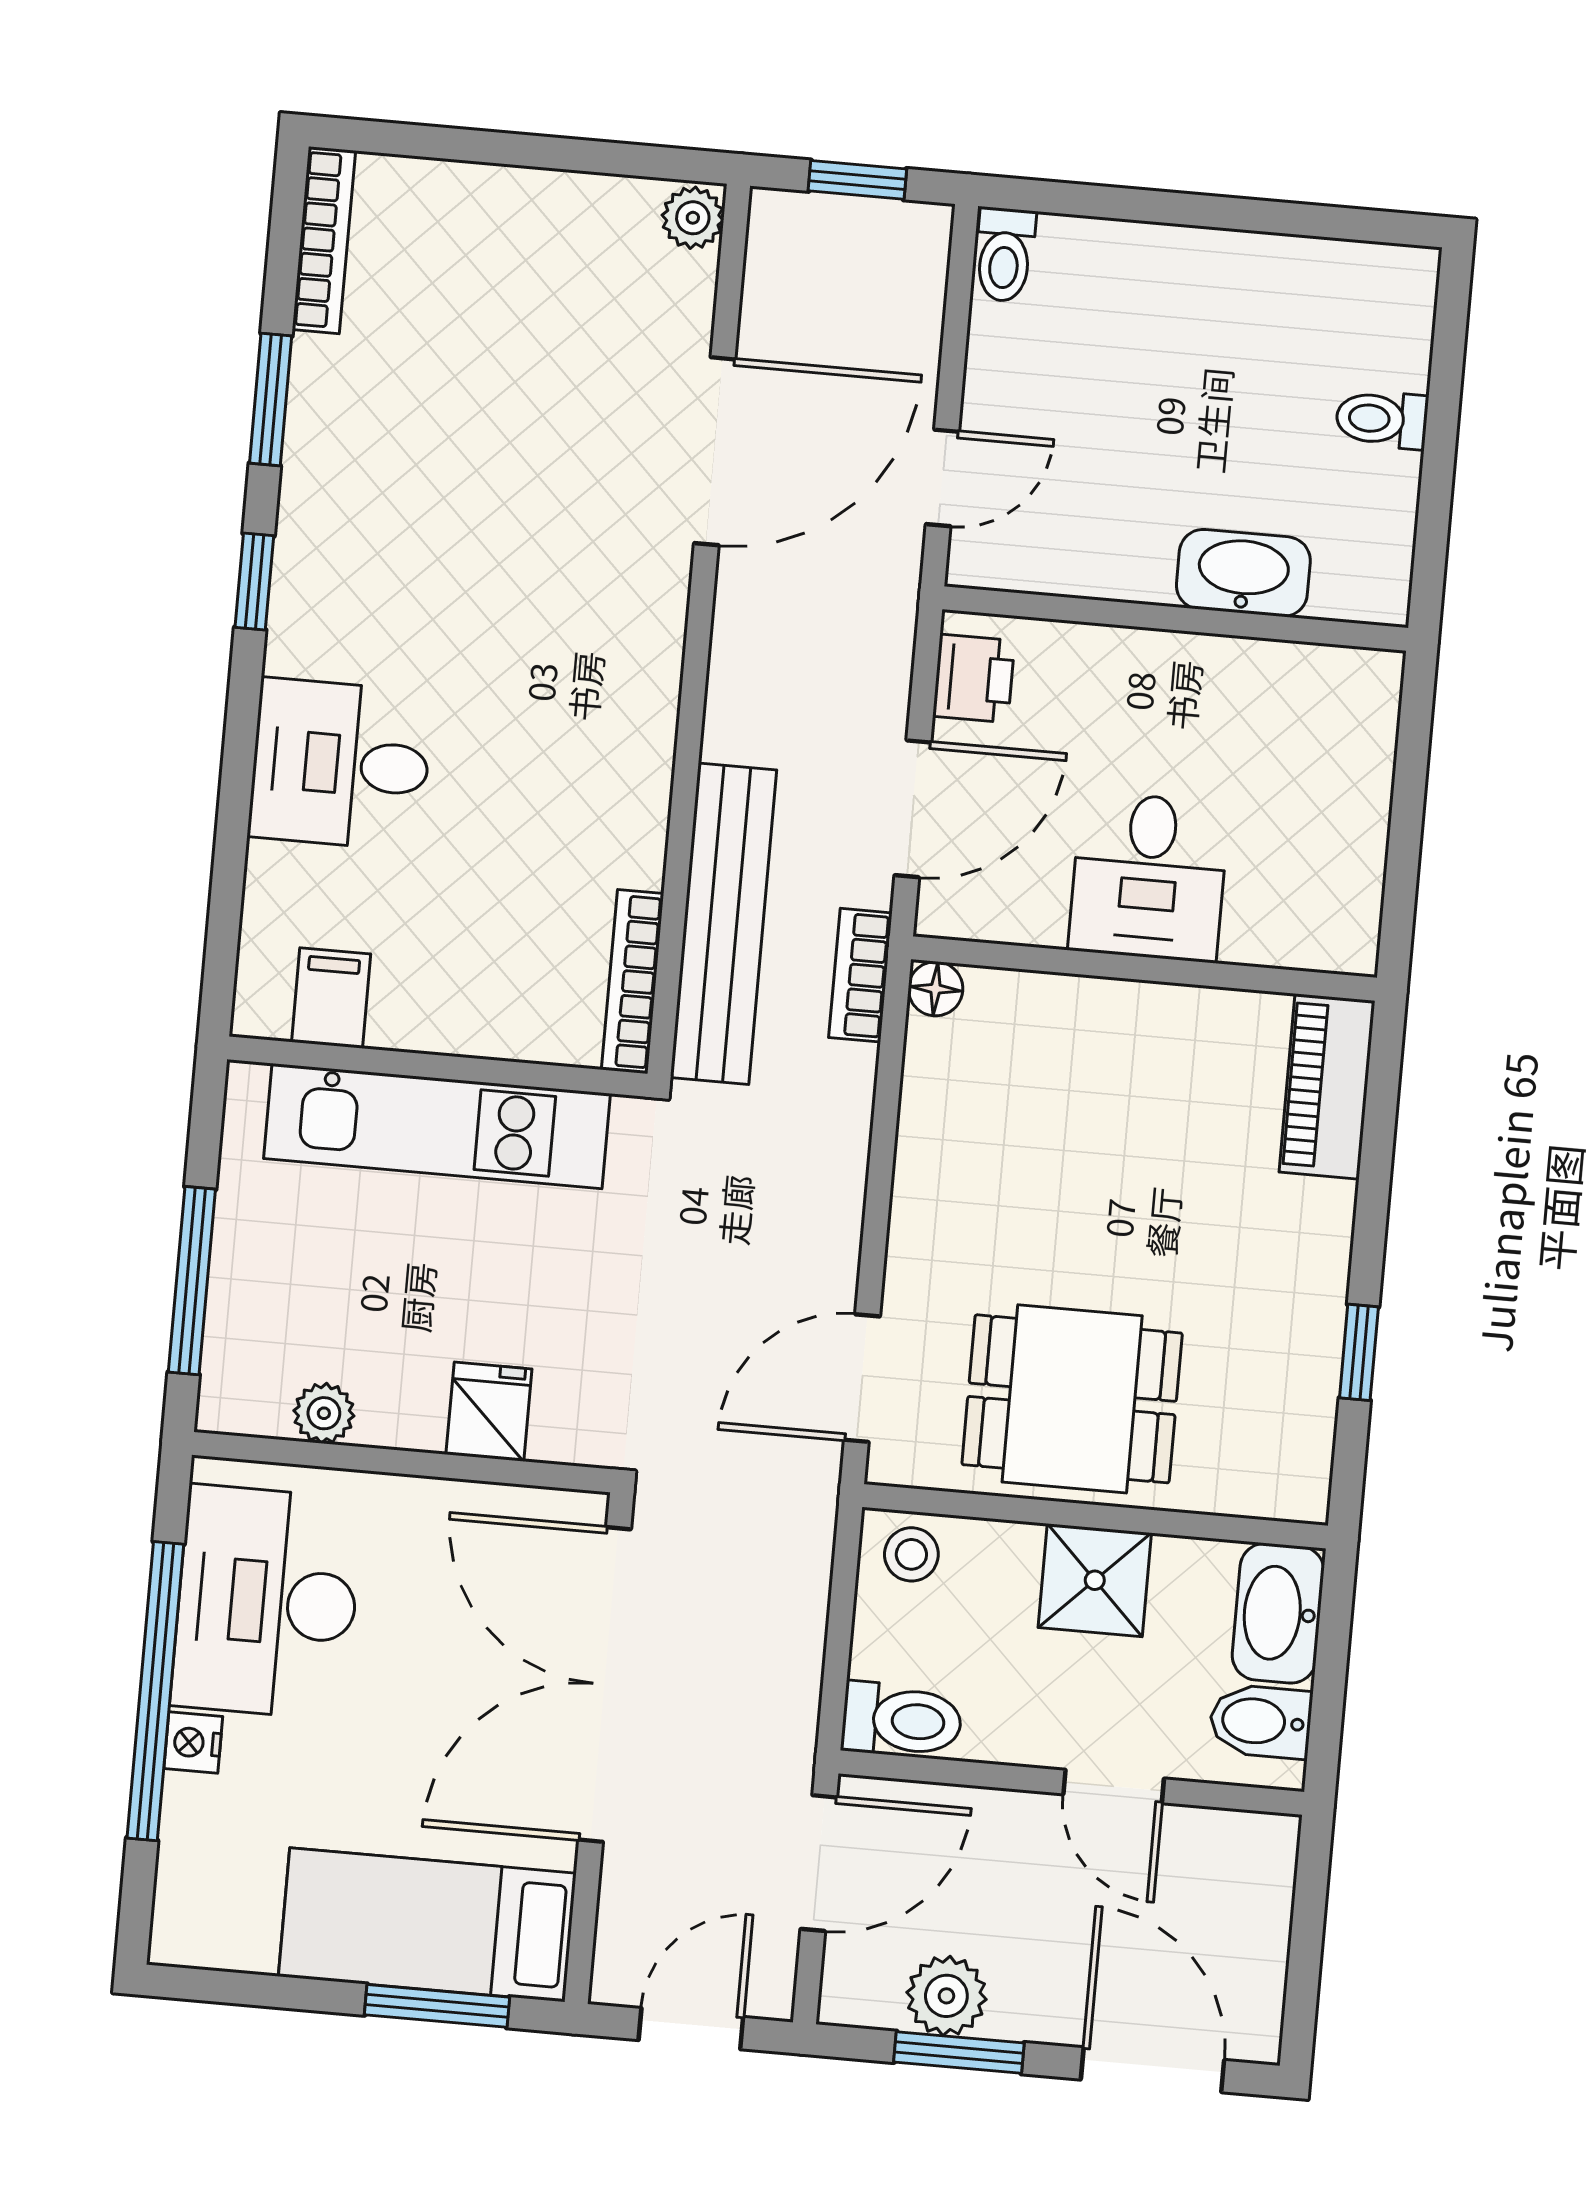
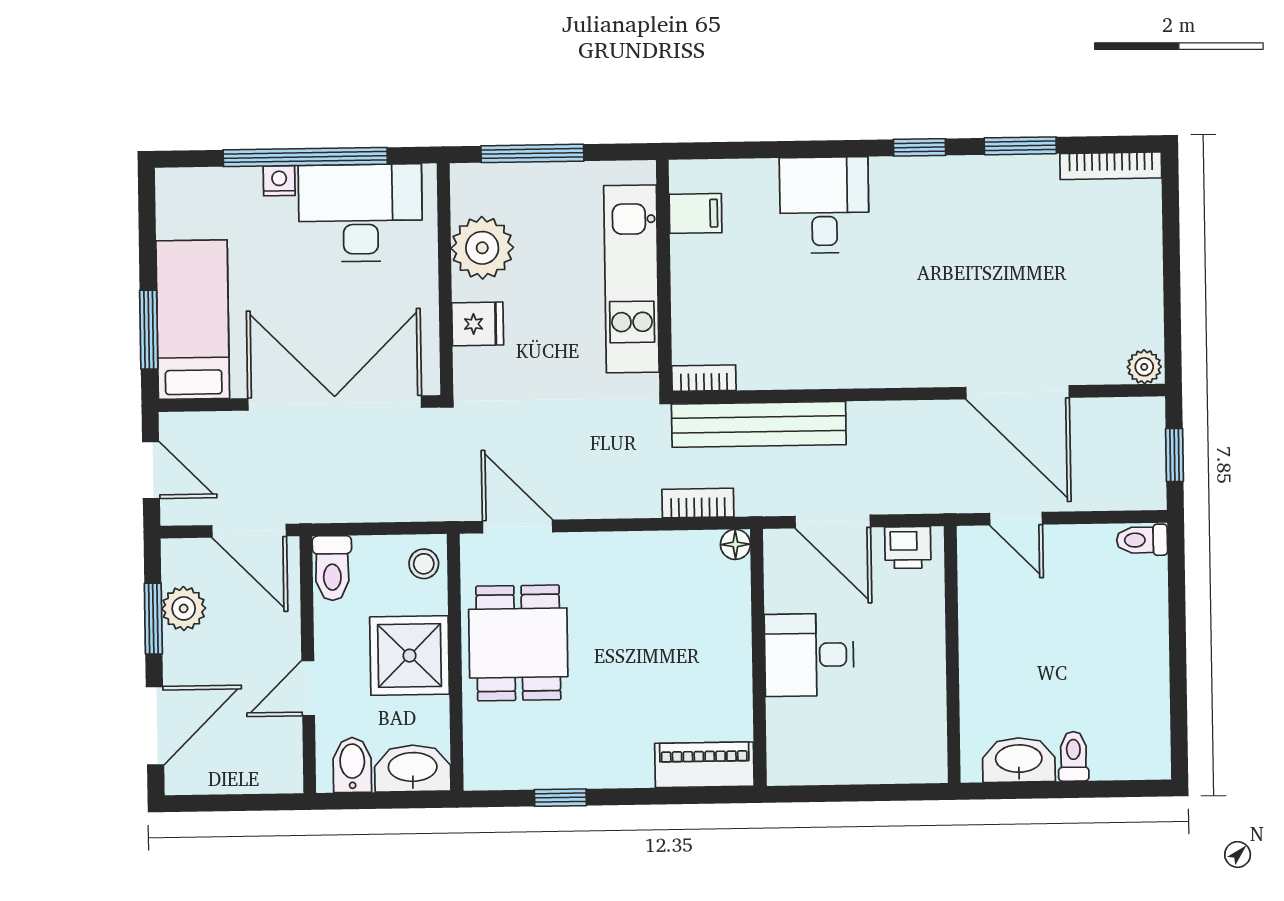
washbasin: (1243, 573) -> (1019, 760), moved, turned -90
bookcase: (860, 975) -> (698, 503), moved
bookcase: (633, 982) -> (704, 378), width x0.64
plant: (324, 1413) -> (482, 248), width x1.88, depth x1.88
shower: (1095, 1580) -> (410, 656), width x1.36, depth x1.36

